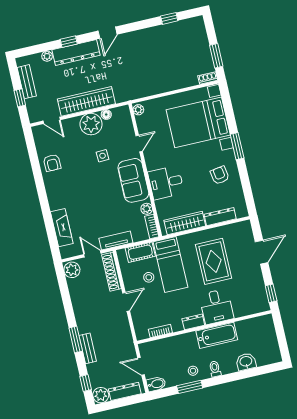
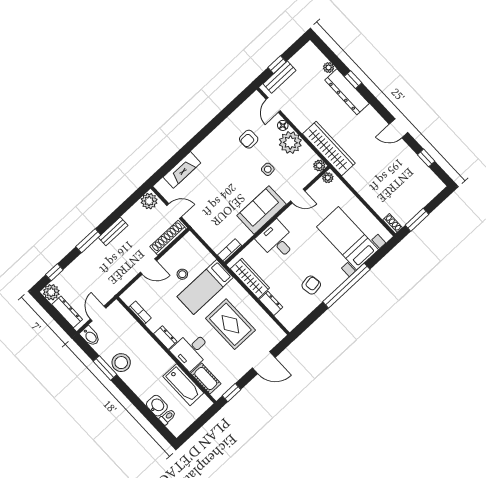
door: (108, 33) -> (398, 128), moved
bench: (27, 82) -> (279, 77), moved
wardrobe: (86, 101) -> (329, 149), moved
floor lamp: (106, 114) -> (283, 125), moved
bed with nightstands: (198, 122) -> (348, 238), width x0.73
window: (237, 146) -> (346, 286), width x2.11
armchair: (52, 163) -> (249, 139), moved
plant: (147, 209) -> (319, 166), moved
dresser: (220, 217) -> (271, 303), width x0.70
tv unit: (116, 240) -> (198, 225), removed
cot: (140, 252) -> (206, 378), moved
door: (92, 254) -> (174, 211), hinge flipped
rug: (214, 261) -> (230, 324), turned 90
bathtub: (217, 335) -> (183, 385), moved
bench: (88, 348) -> (113, 231), moved
toilet: (215, 369) -> (168, 417), moved
stool: (193, 371) -> (121, 363), width x1.89, depth x1.89

